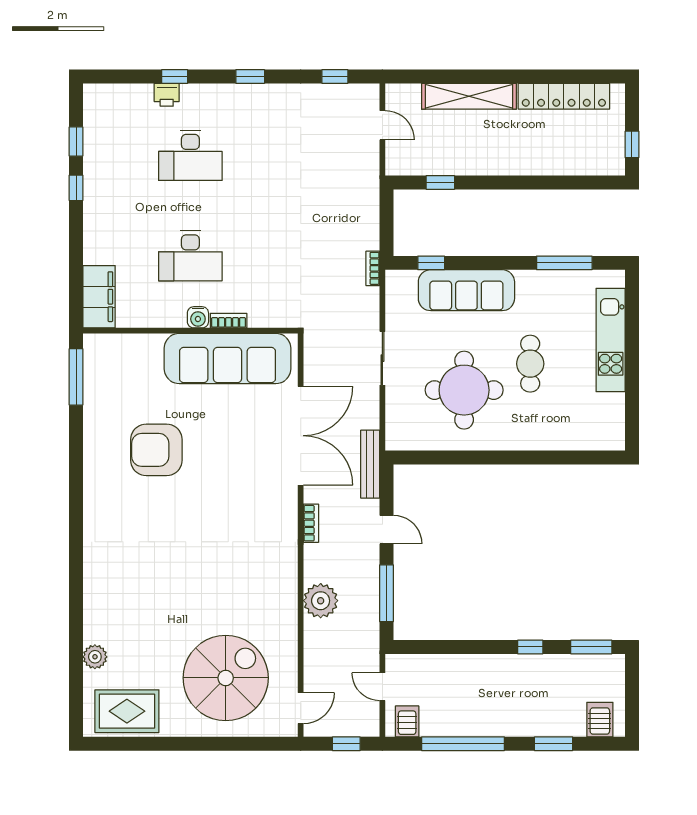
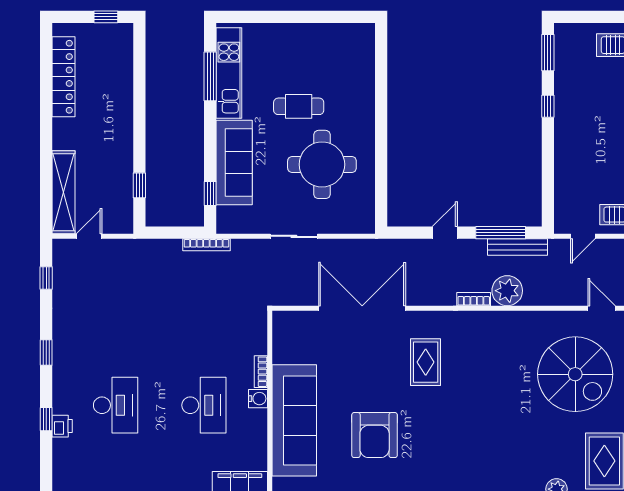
shelving: (469, 96) -> (64, 192), moved
bookcase: (373, 268) -> (206, 245), width x1.56
kitchen unit: (611, 340) -> (229, 73), moved, turned -90
sofa: (228, 359) -> (294, 420), moved
bench: (370, 464) -> (517, 247), moved
rug: (239, 508) -> (426, 362), added
bookcase: (311, 523) -> (474, 299), moved
spiral stairs: (226, 678) -> (575, 374), turned 180

